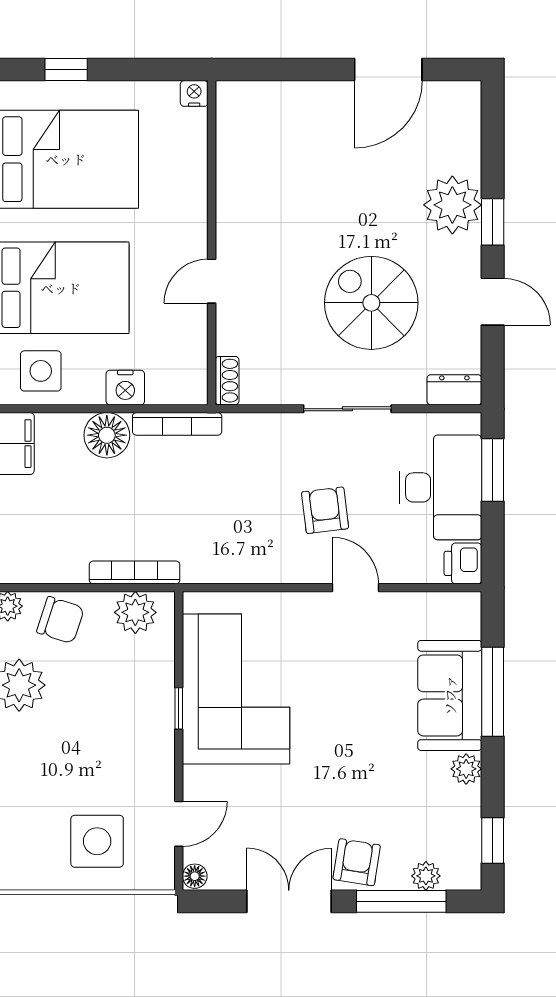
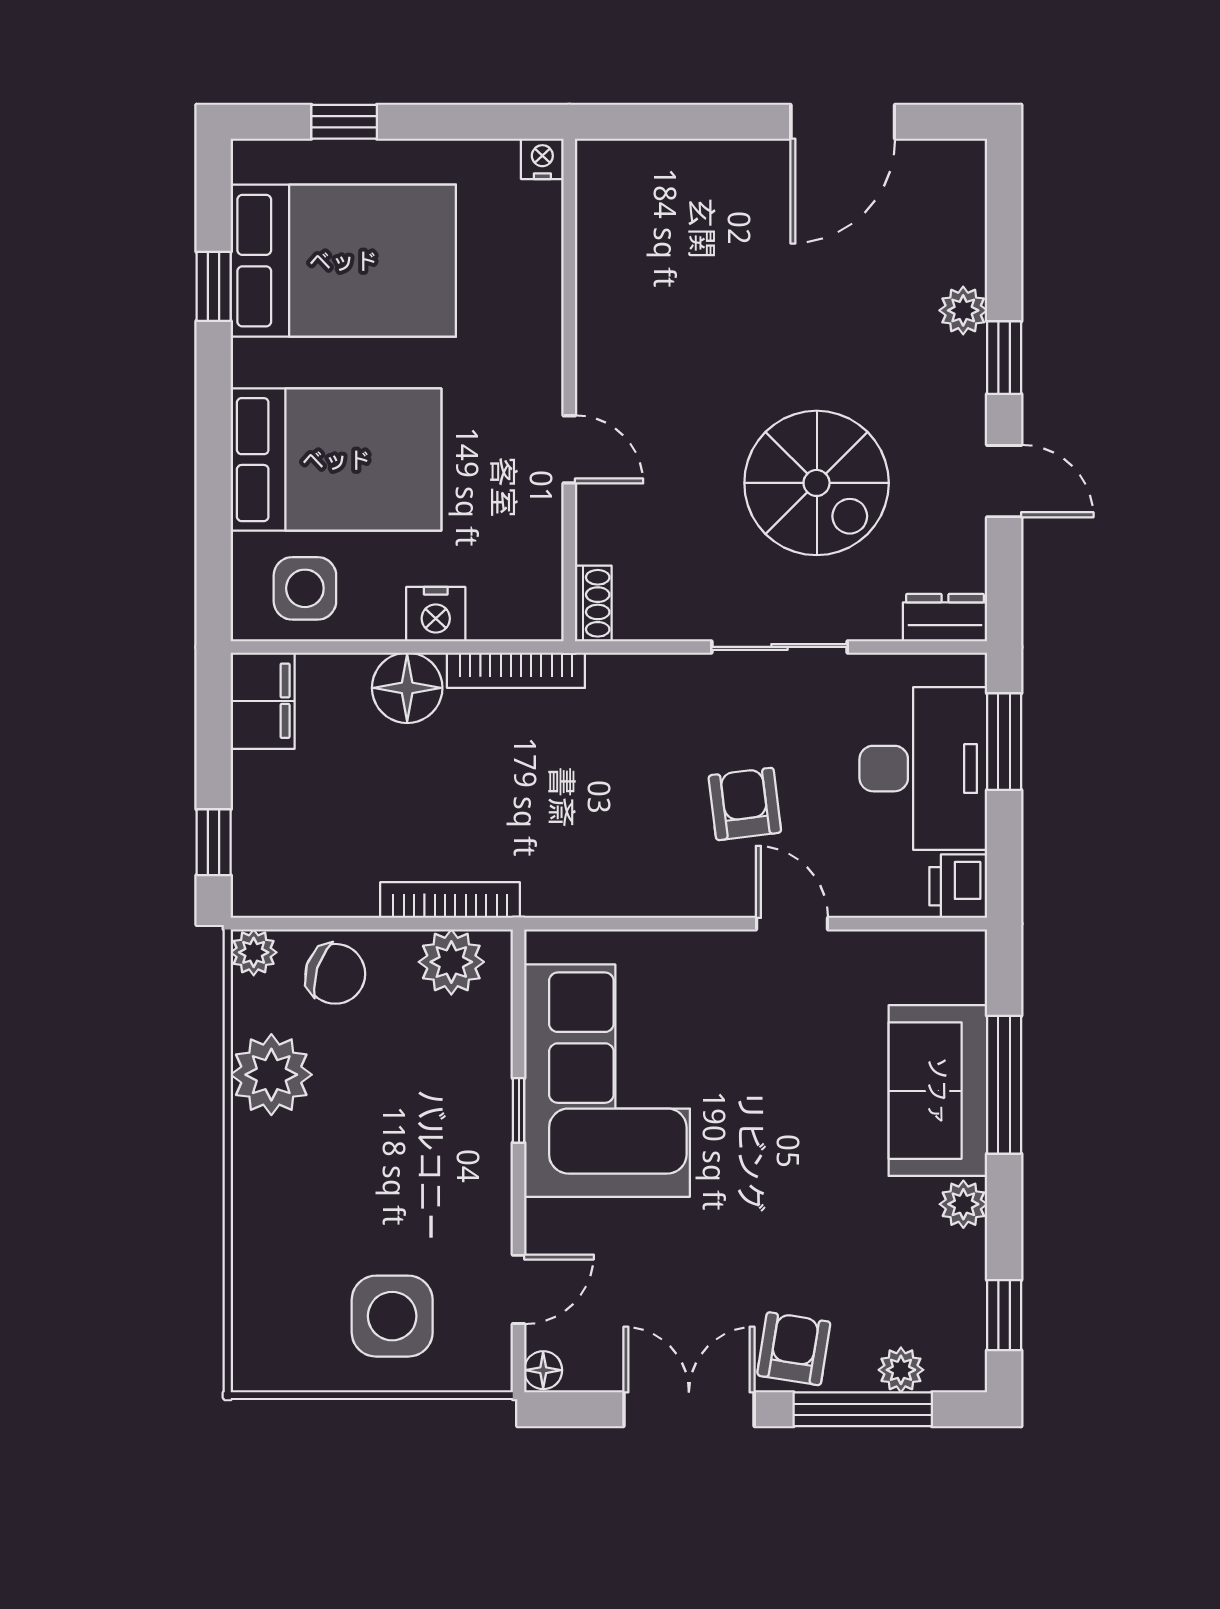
plant: (452, 205) -> (963, 310), width x0.53, depth x0.53
door: (212, 281) -> (569, 449), swing flipped
spiral stairs: (371, 303) -> (817, 483), turned 180

